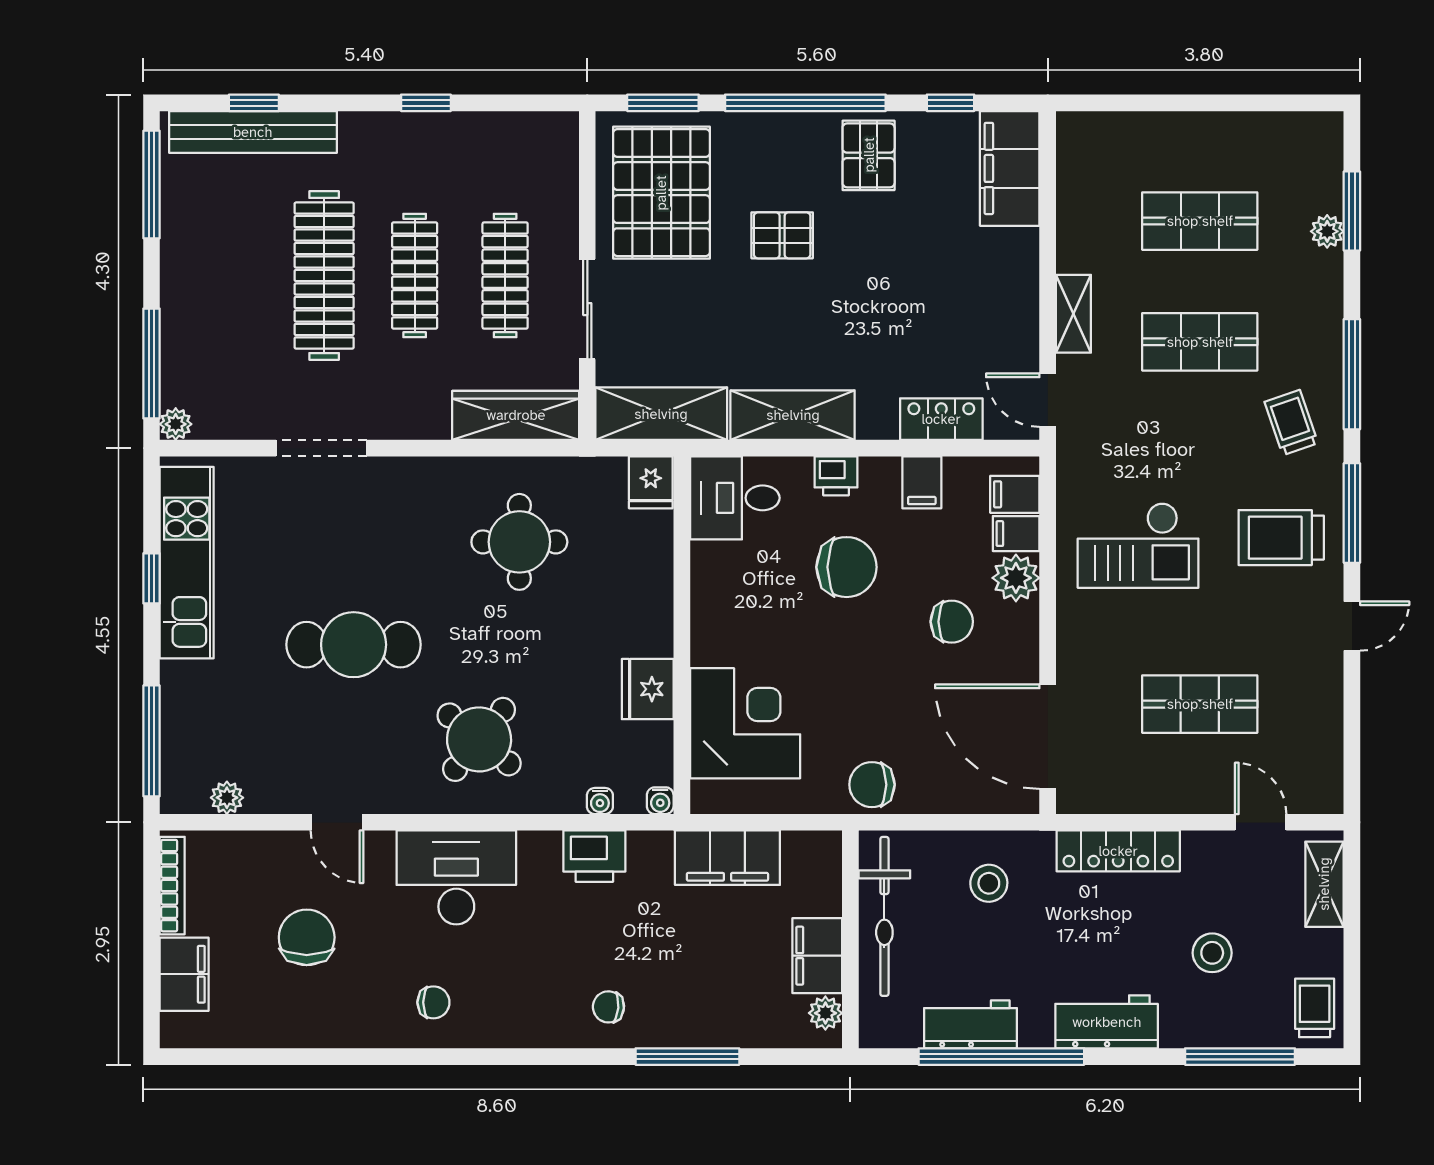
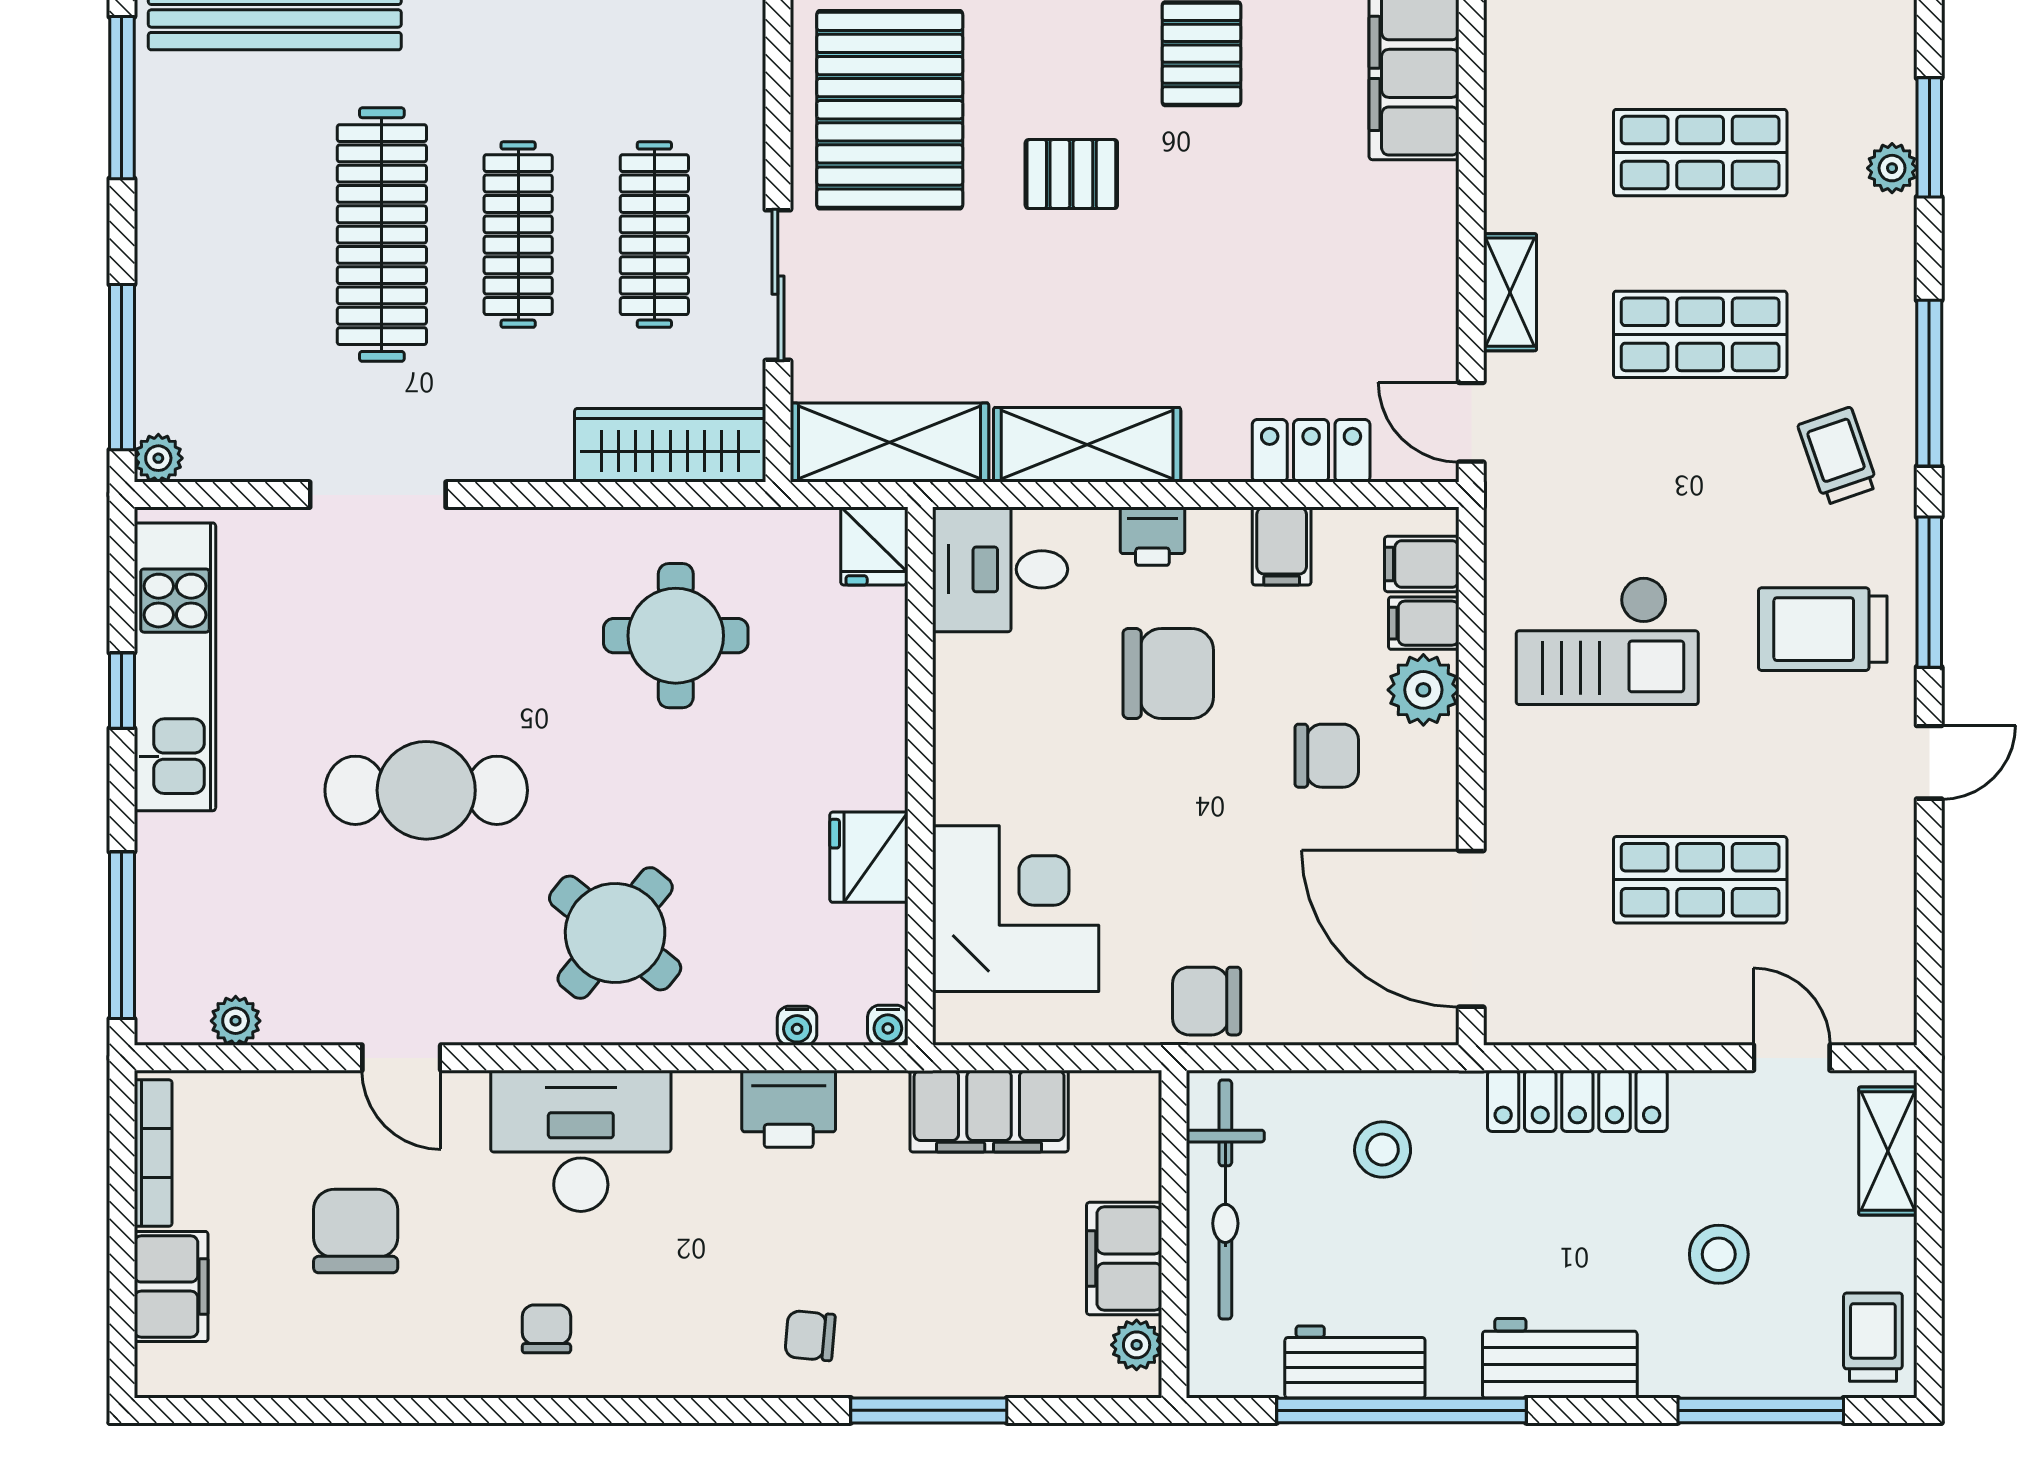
chair: (433, 1002) -> (546, 1329), turned -90

